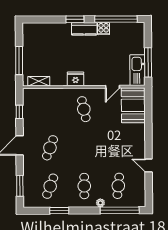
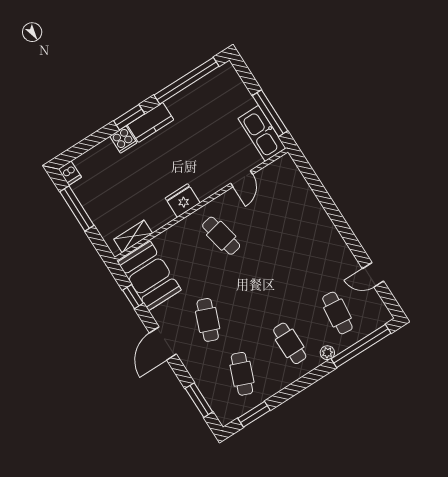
dishwasher: (27, 29) -> (70, 173), added
cooker: (104, 29) -> (123, 140), moved
window: (19, 60) -> (77, 208), moved
booth: (133, 105) -> (149, 276), moved
door: (149, 166) -> (373, 275), moved
window: (59, 211) -> (254, 414), moved

